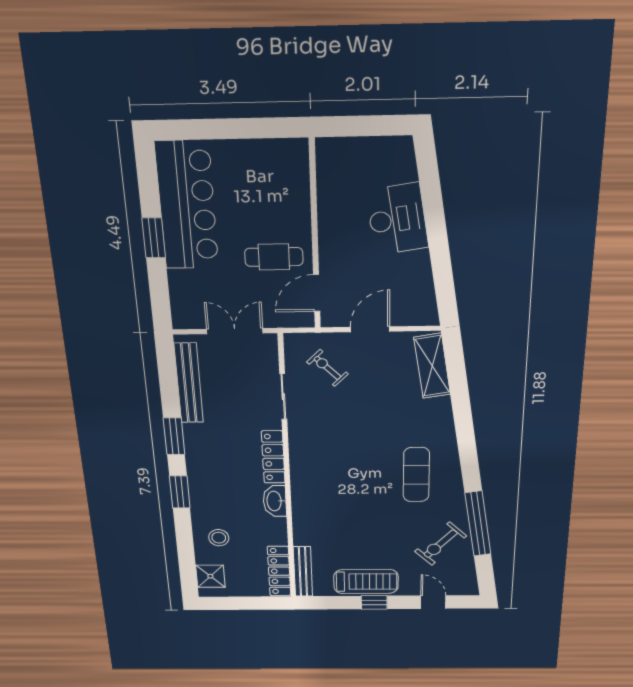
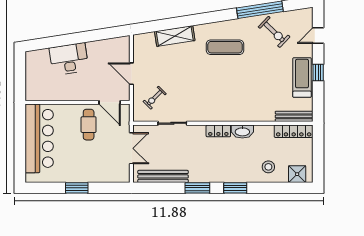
bar counter: (187, 206) -> (39, 138), moved, turned 90
double door: (235, 331) -> (131, 148), swing flipped
shelving: (432, 366) -> (175, 36), moved
locker: (273, 457) -> (218, 131), width x0.66

